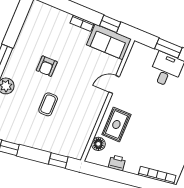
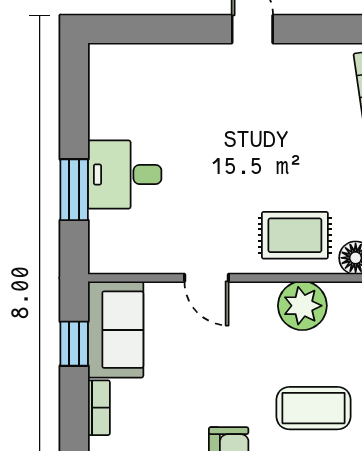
coffee table: (48, 104) -> (313, 408), width x1.36, depth x1.30
plant: (89, 116) -> (302, 306), added

